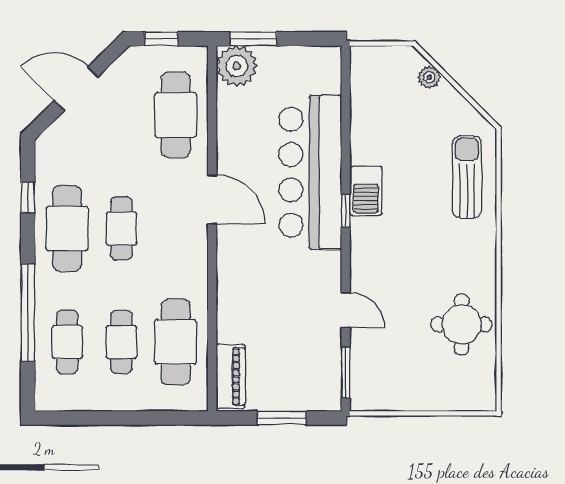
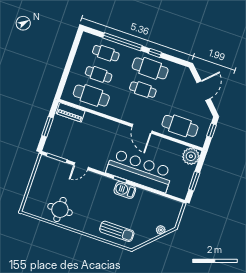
window: (253, 39) -> (194, 181), moved
window: (28, 197) -> (155, 53), moved
door: (212, 200) -> (142, 129), hinge flipped

